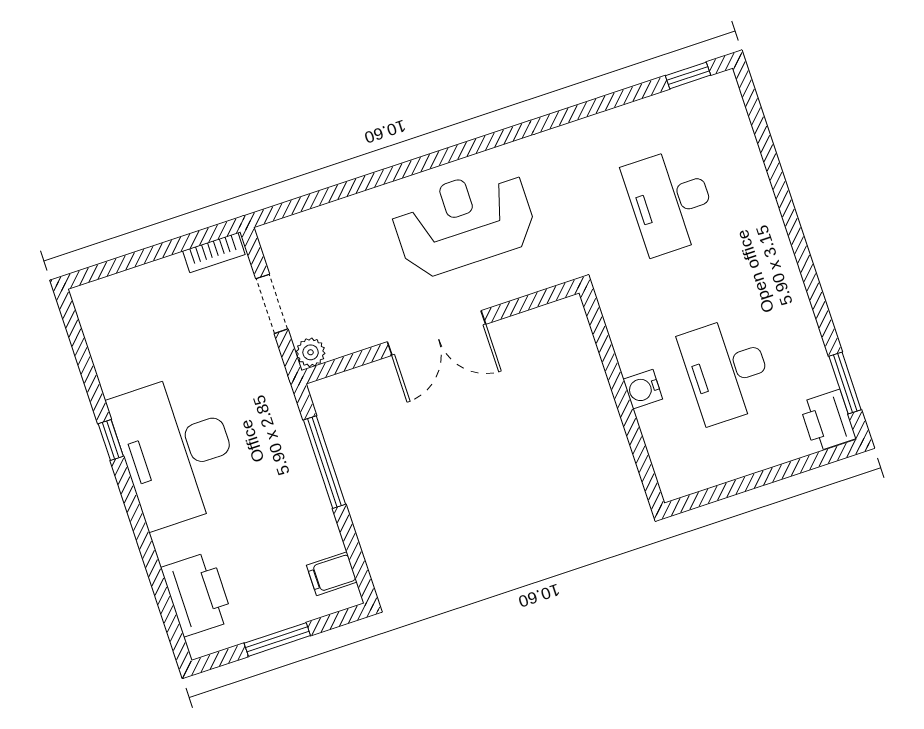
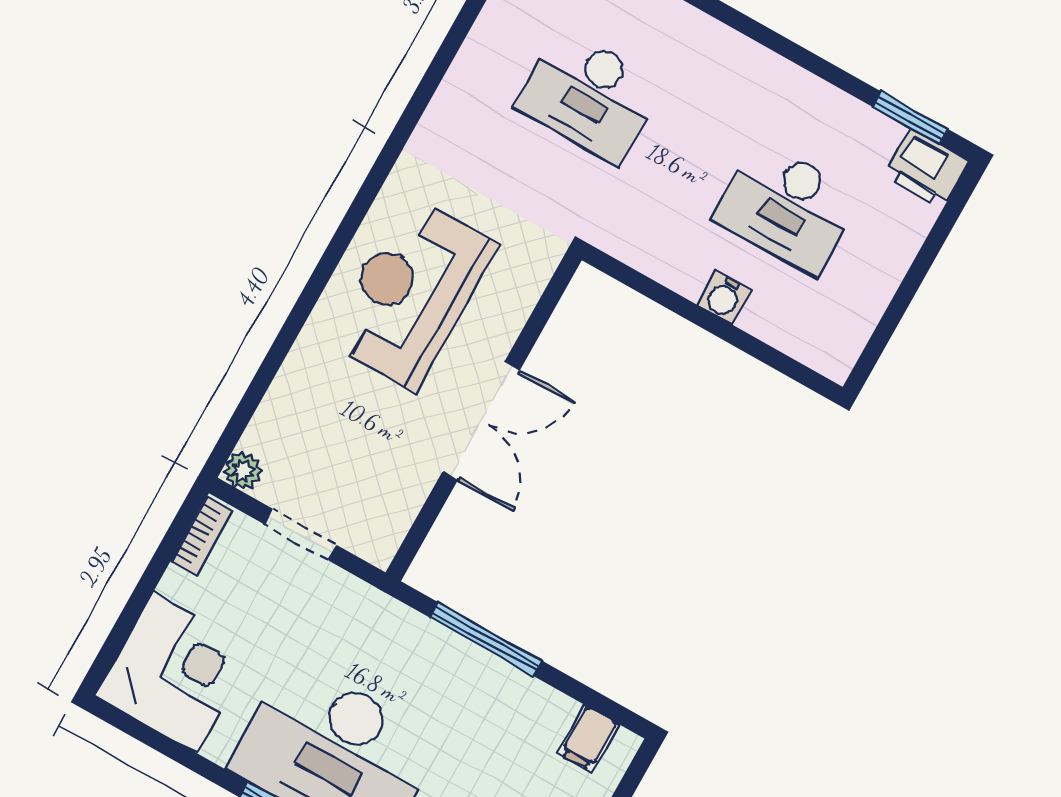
corner desk: (127, 319) -> (176, 673), added
plant: (311, 352) -> (243, 471), moved

